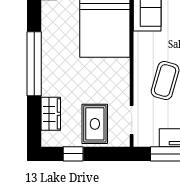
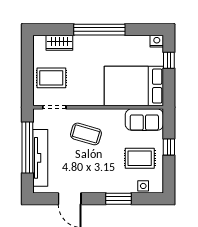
window: (73, 154) -> (27, 61), removed

